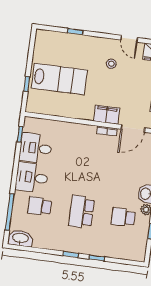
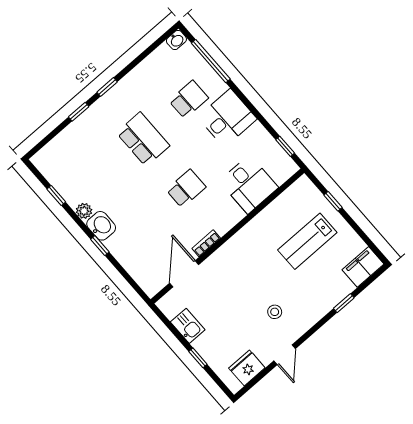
door: (129, 39) -> (285, 355), swing flipped
lab bench: (59, 79) -> (307, 241), width x0.73, depth x0.72
filing cabinet: (107, 115) -> (363, 267), moved, turned 180
desk: (36, 148) -> (249, 184), moved, turned 90
school desk: (123, 217) -> (186, 189), moved
washbasin: (20, 238) -> (176, 40), width x0.52, depth x0.69

